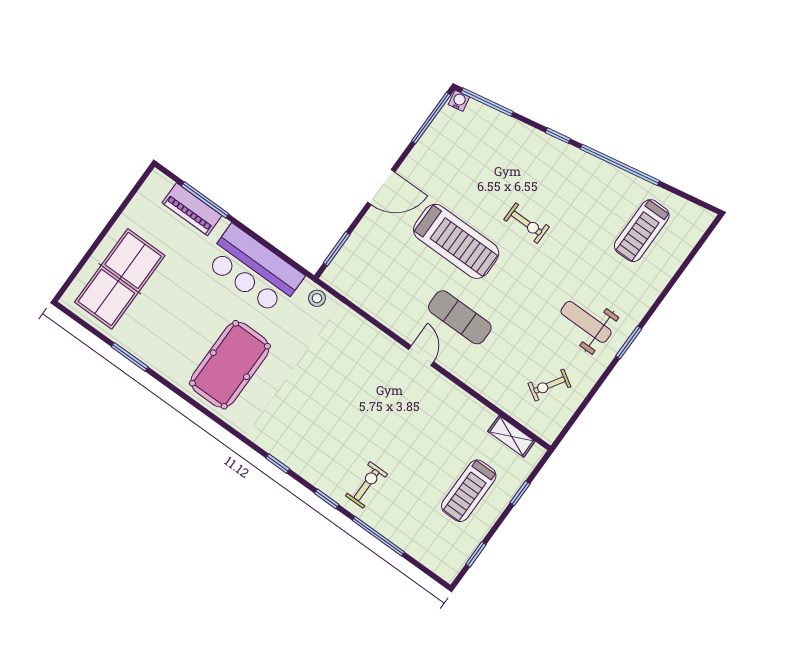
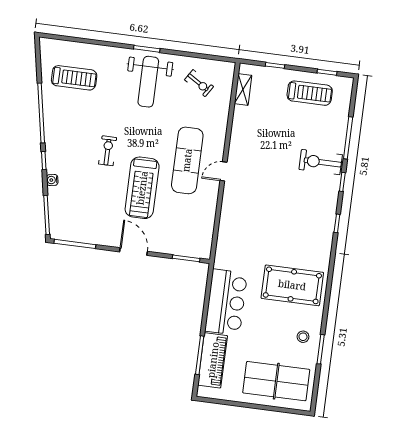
water cooler: (459, 101) -> (52, 180), moved
piano: (192, 209) -> (213, 360), width x1.37, depth x1.33
treadmill: (456, 241) -> (142, 188), turned 180
stool: (317, 298) -> (303, 337), moved
exercise mat: (460, 317) -> (187, 160), width x1.36, depth x1.45
weight bench: (586, 322) -> (148, 82), width x1.36, depth x1.33
exercise bike: (366, 485) -> (321, 162), width x1.38, depth x1.39
treadmill: (469, 491) -> (310, 93), moved

